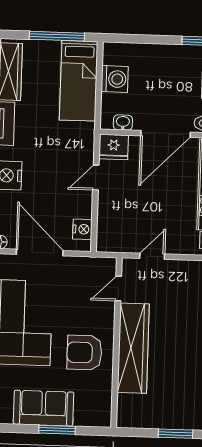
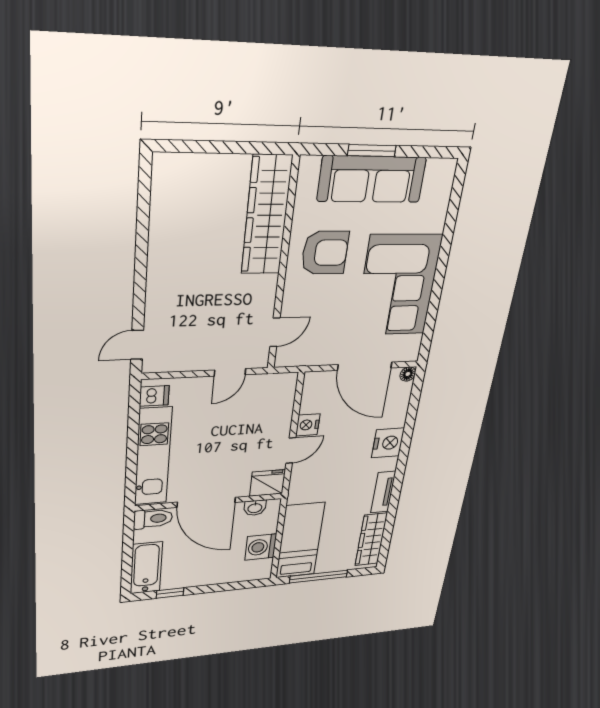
door: (166, 134) -> (206, 502), swing flipped
nightstand: (82, 229) -> (308, 425), moved
wardrobe: (133, 348) -> (267, 215), moved
sofa: (44, 408) -> (372, 179), width x1.36
window: (175, 434) -> (211, 147), removed

